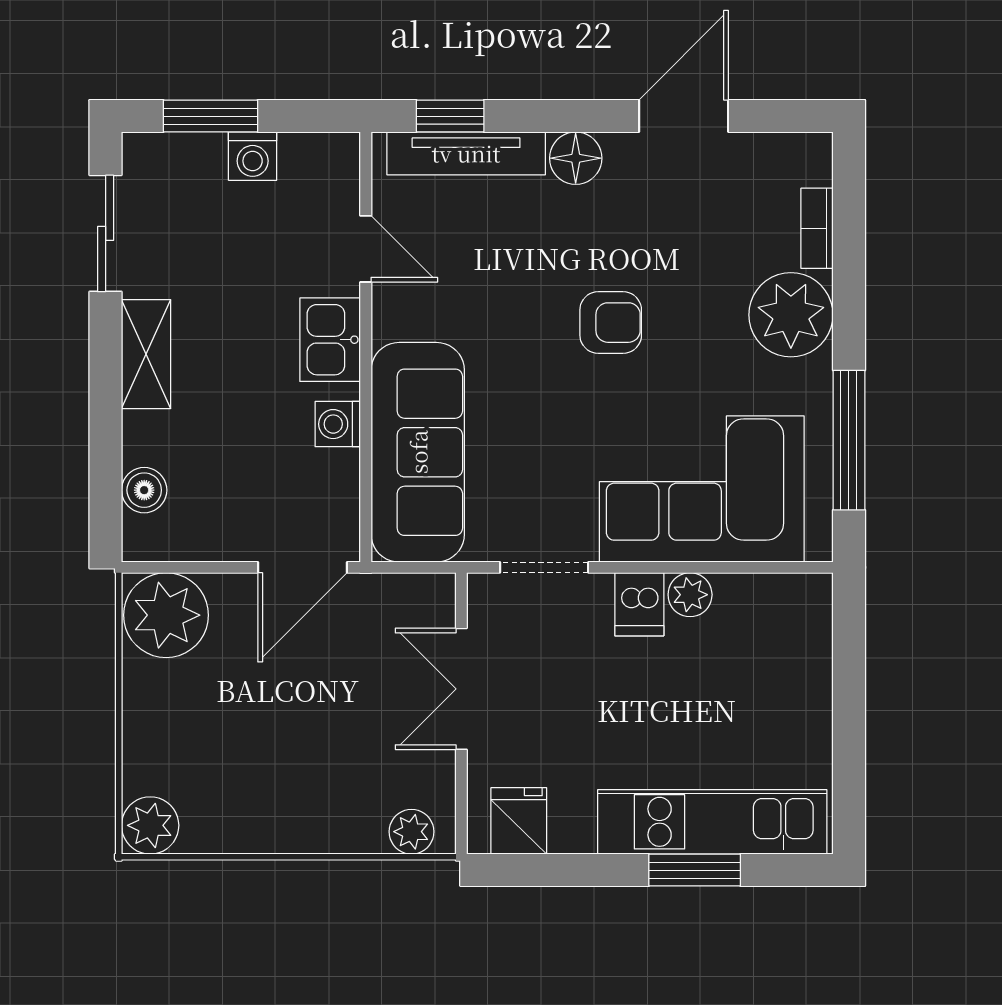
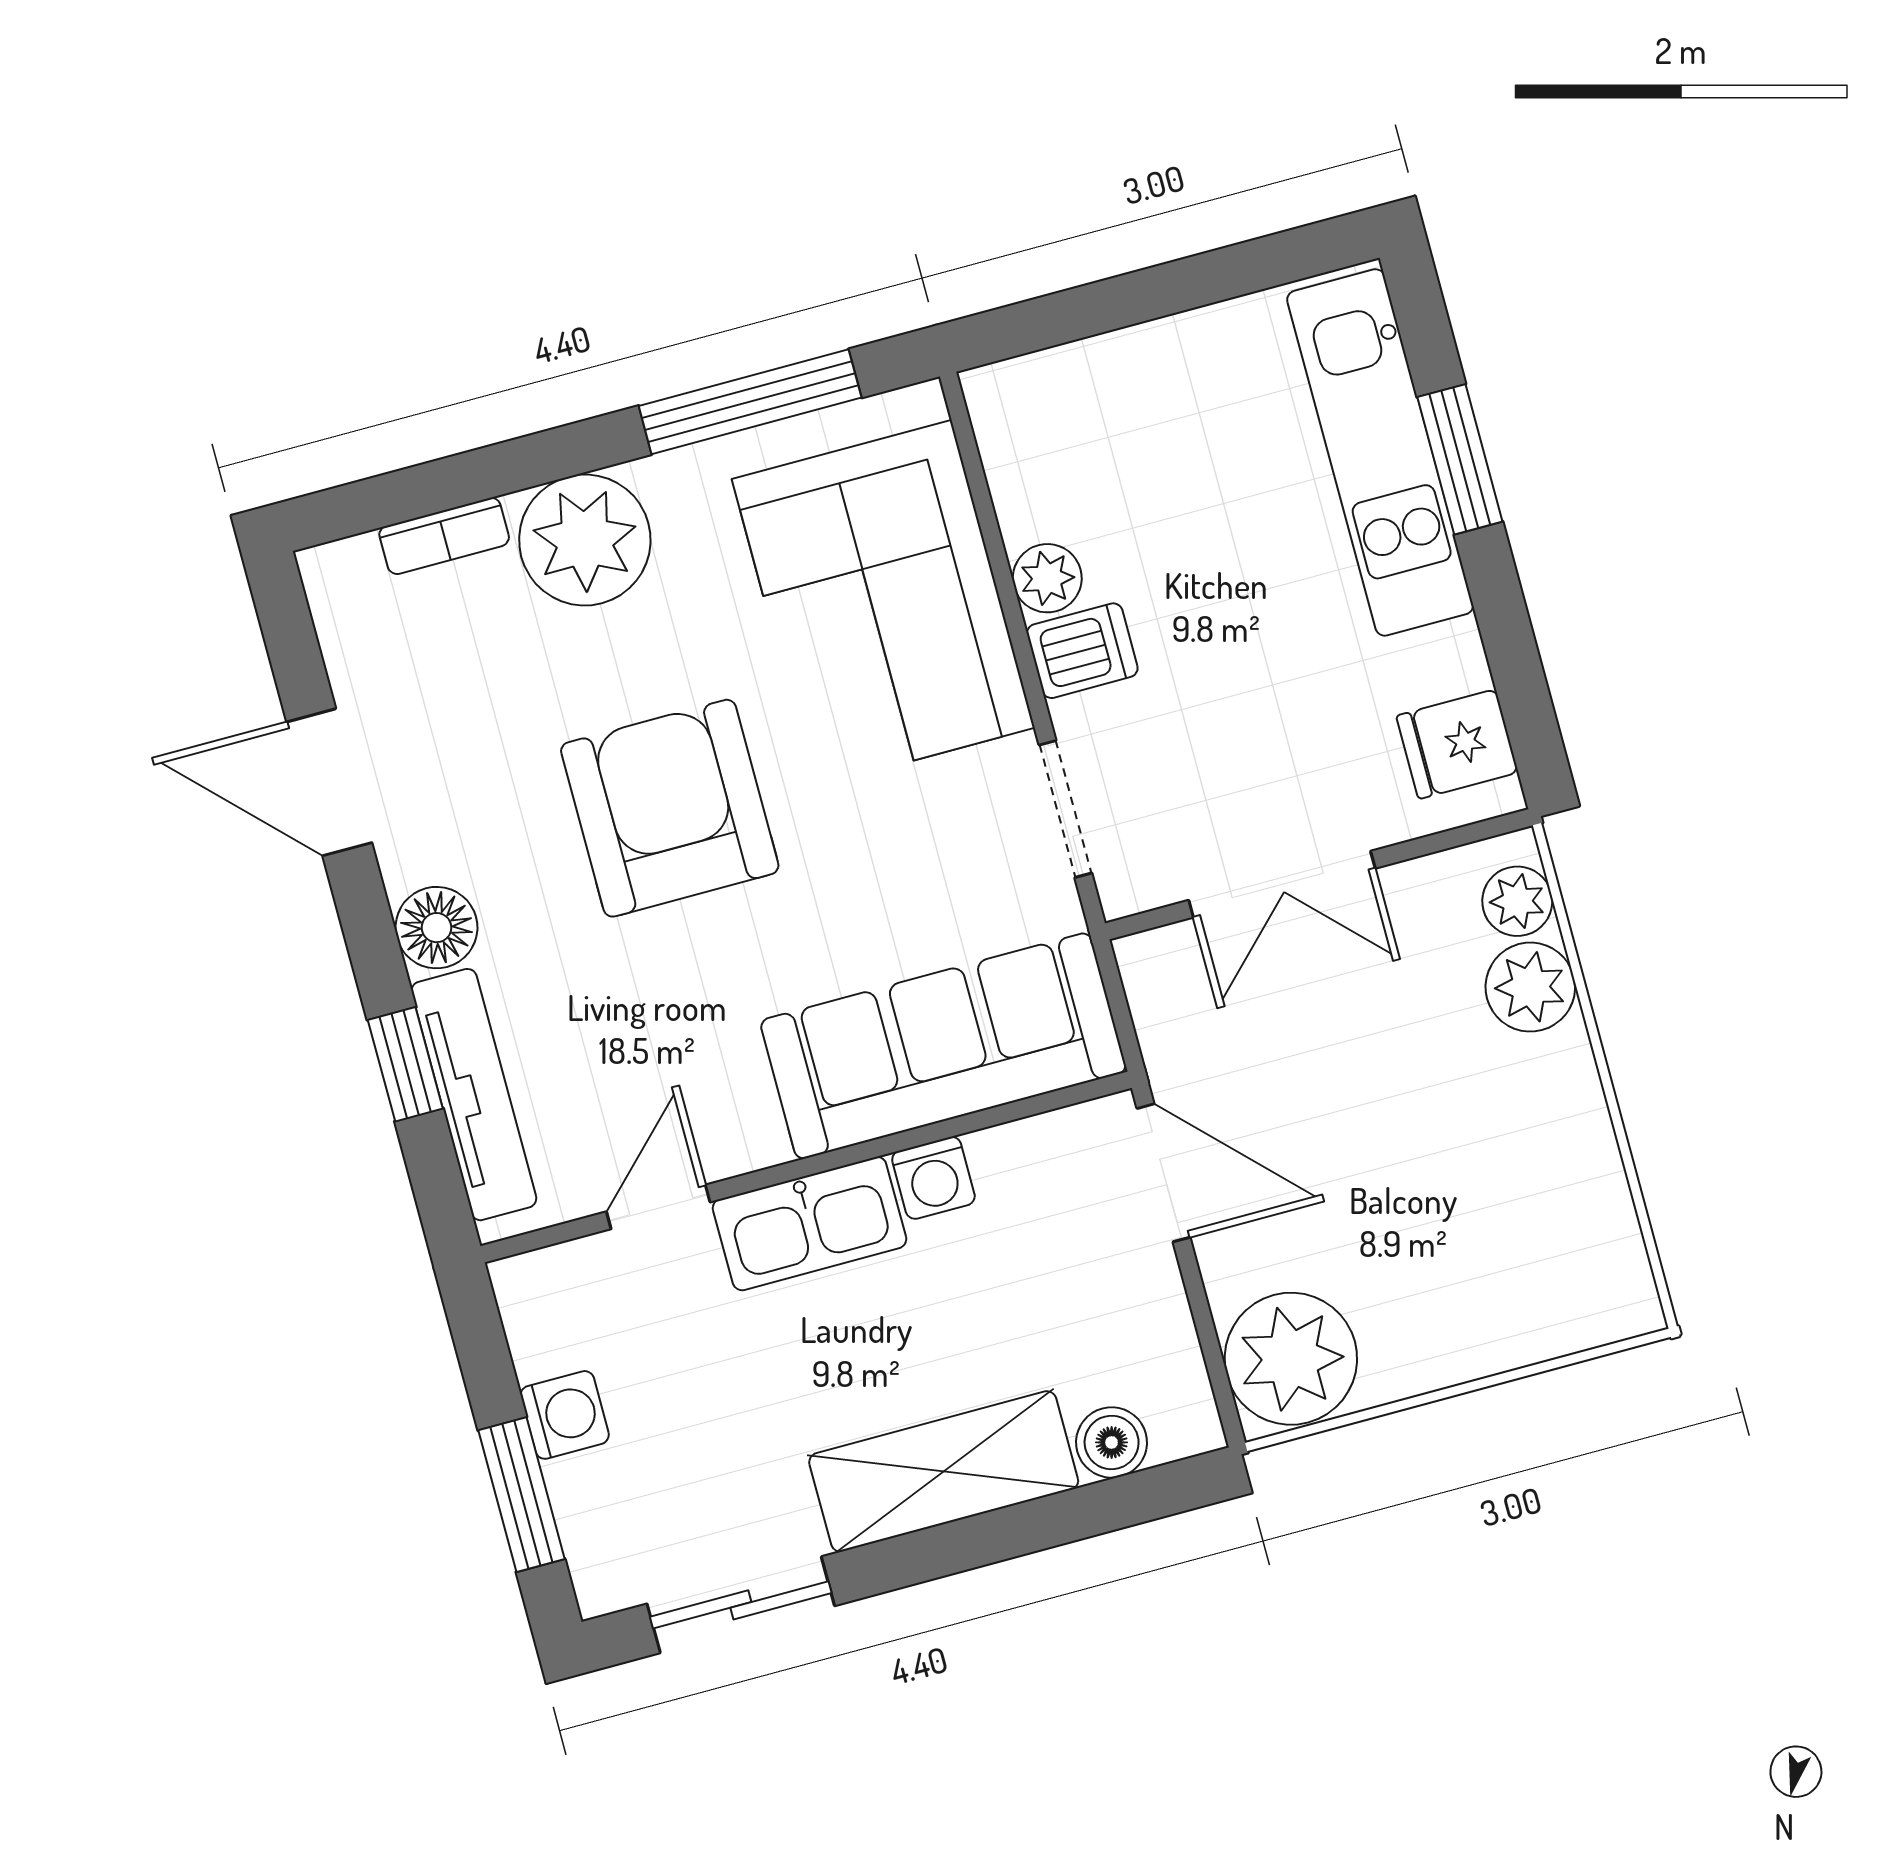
window: (450, 116) -> (405, 1064), moved
armchair: (611, 323) -> (670, 808), width x1.88, depth x1.88
kitchen sink: (330, 340) -> (810, 1224), width x1.38
shelving: (146, 354) -> (944, 1471), width x1.50, depth x1.33
plant: (150, 825) -> (1530, 987), moved

